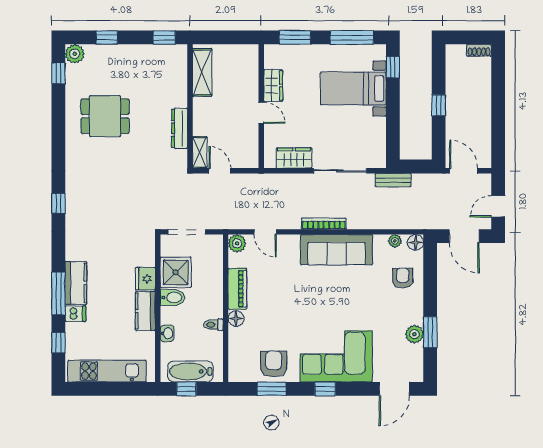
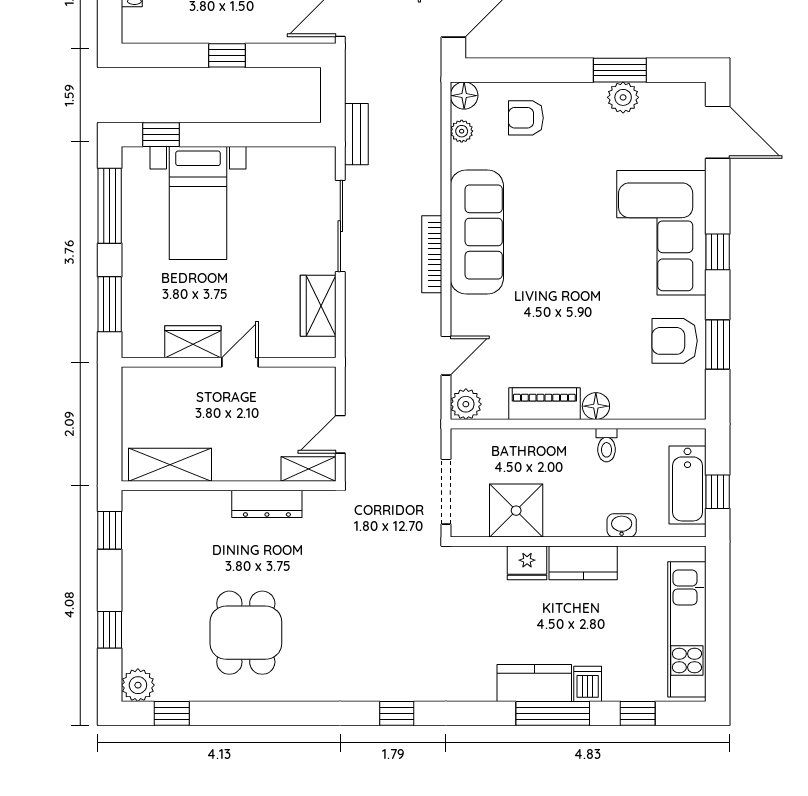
bidet: (172, 297) -> (560, 516), removed

